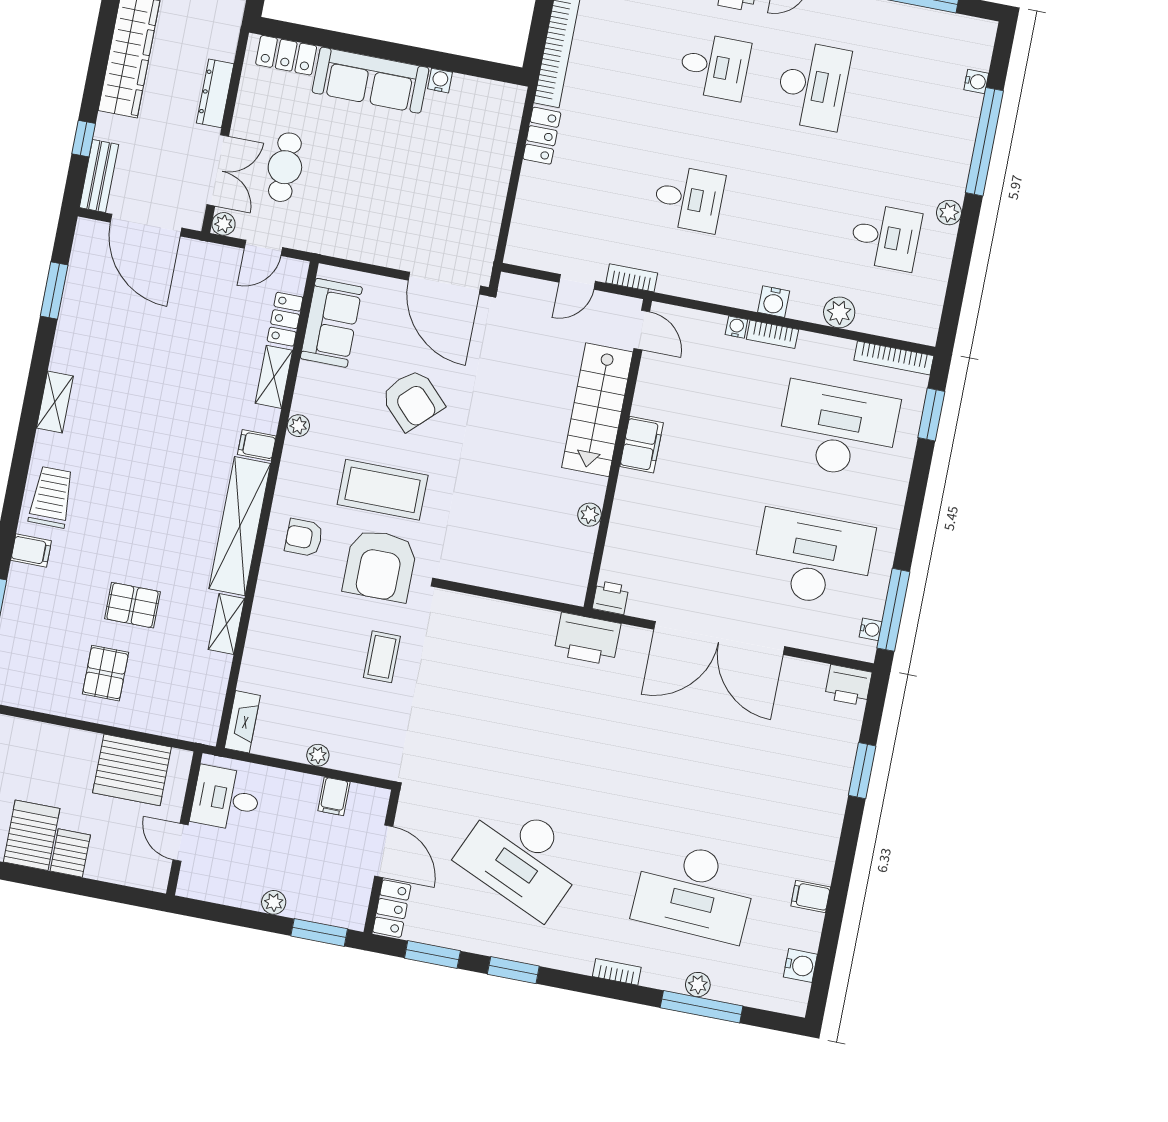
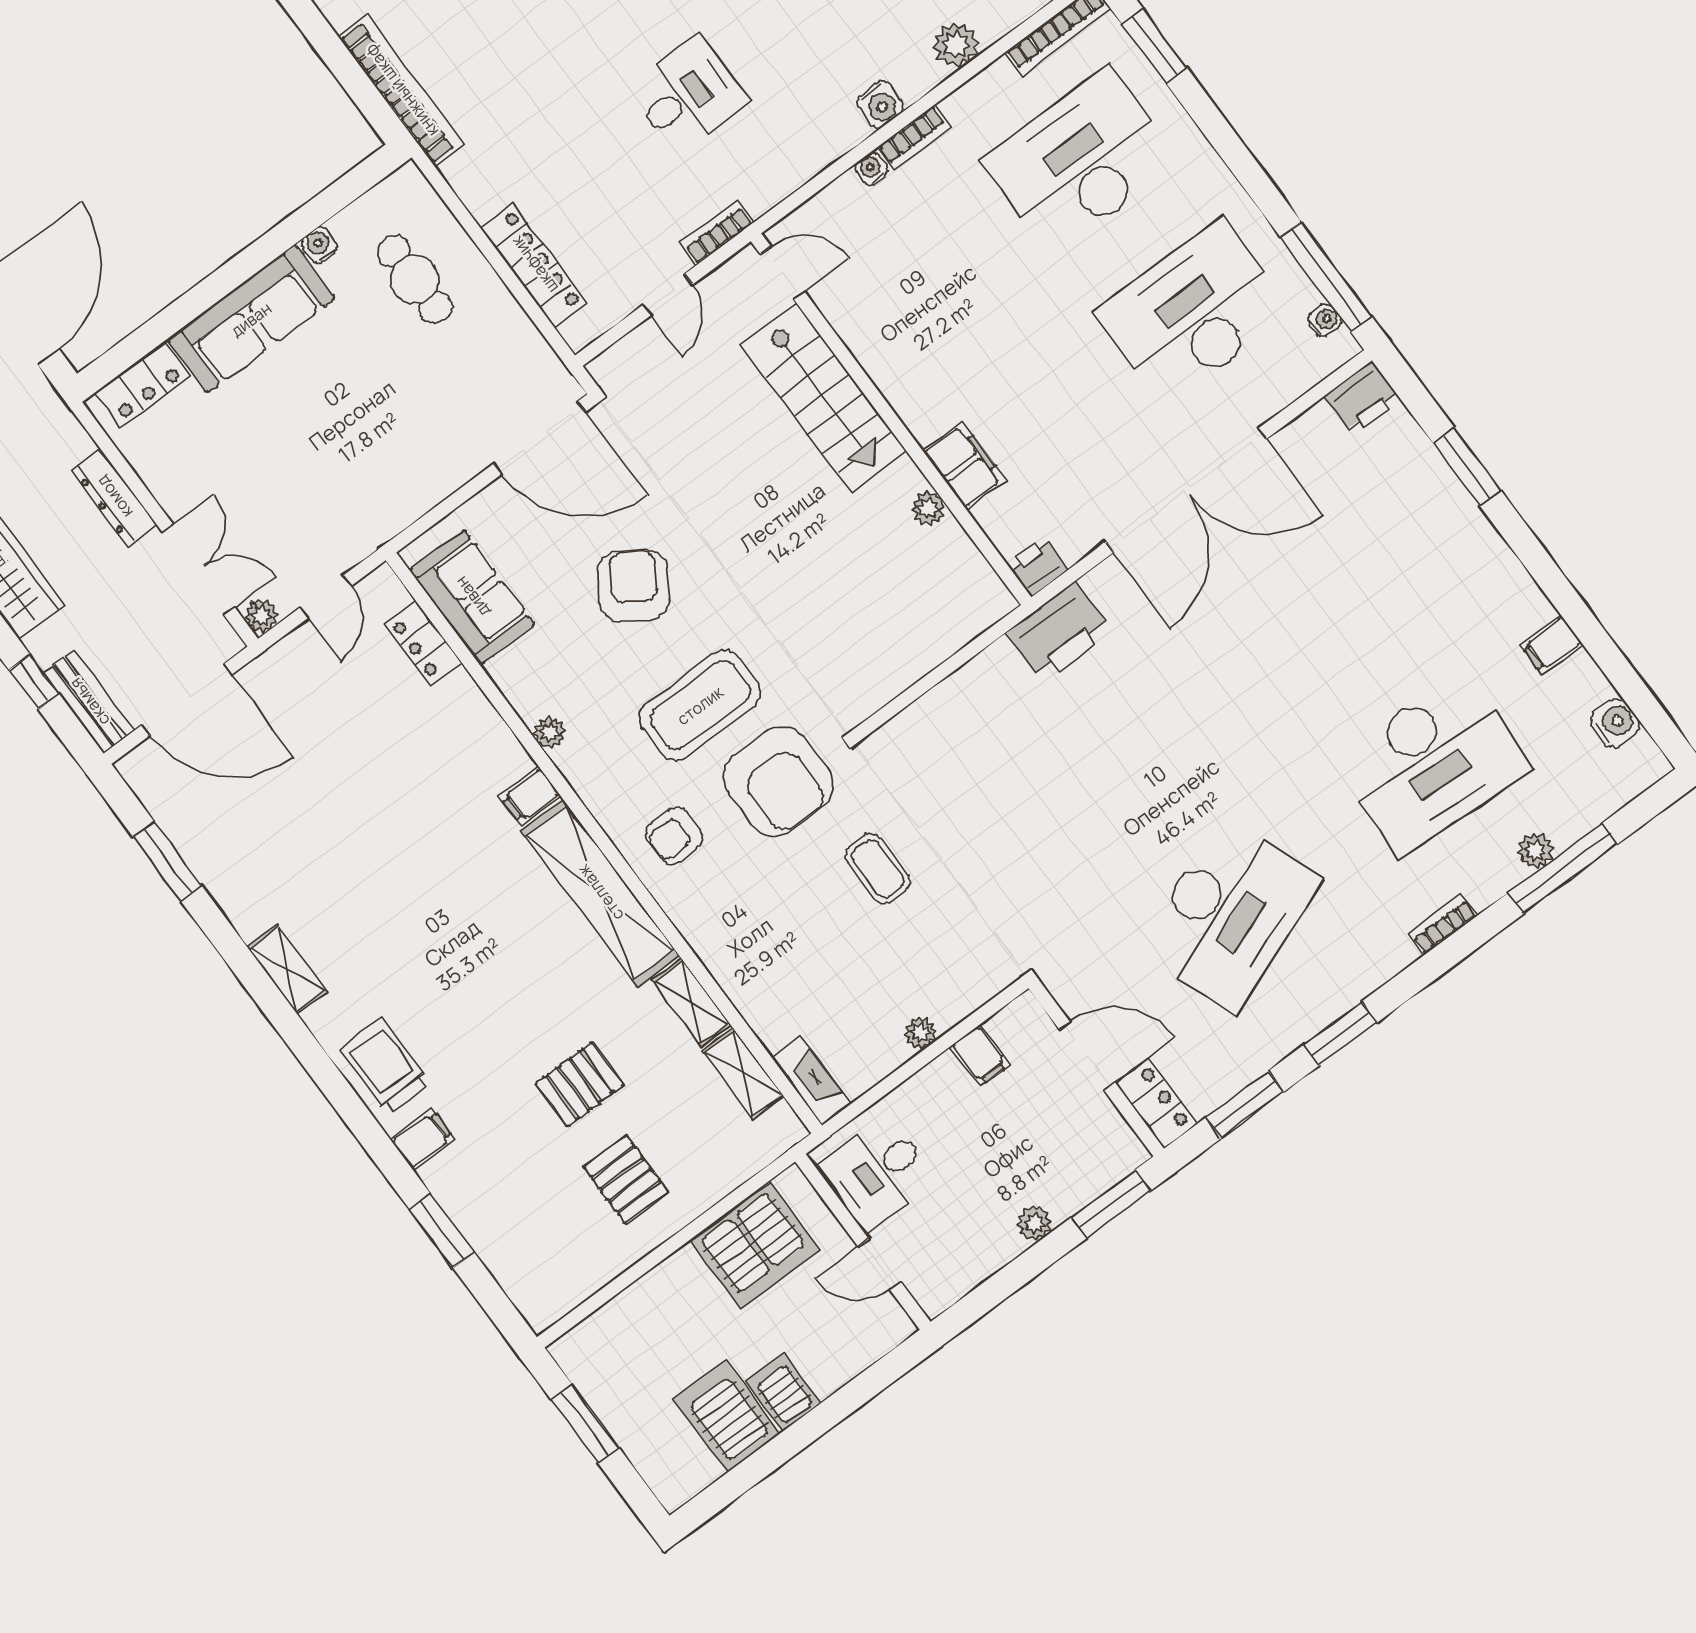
locker: (542, 136) -> (534, 265), moved, width x1.53
cafe table: (285, 167) -> (415, 279), moved
shelving: (274, 377) -> (743, 1073), moved
armchair: (413, 400) -> (633, 586), turned -102
filing cabinet: (642, 445) -> (964, 465), moved
desk: (522, 858) -> (1229, 915), turned -45

